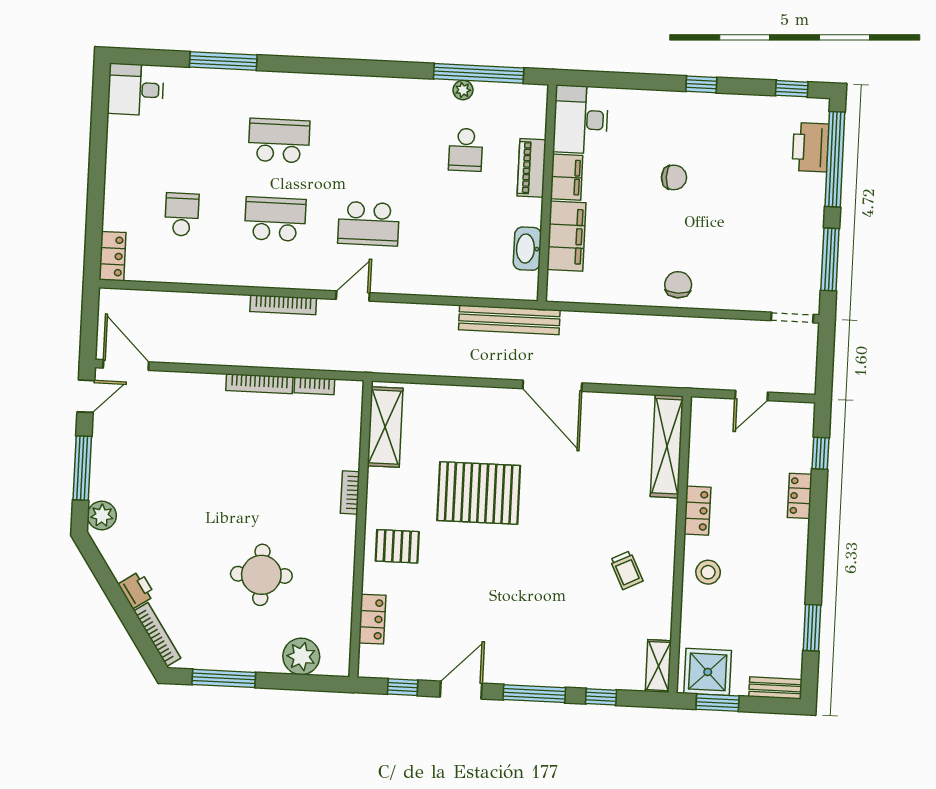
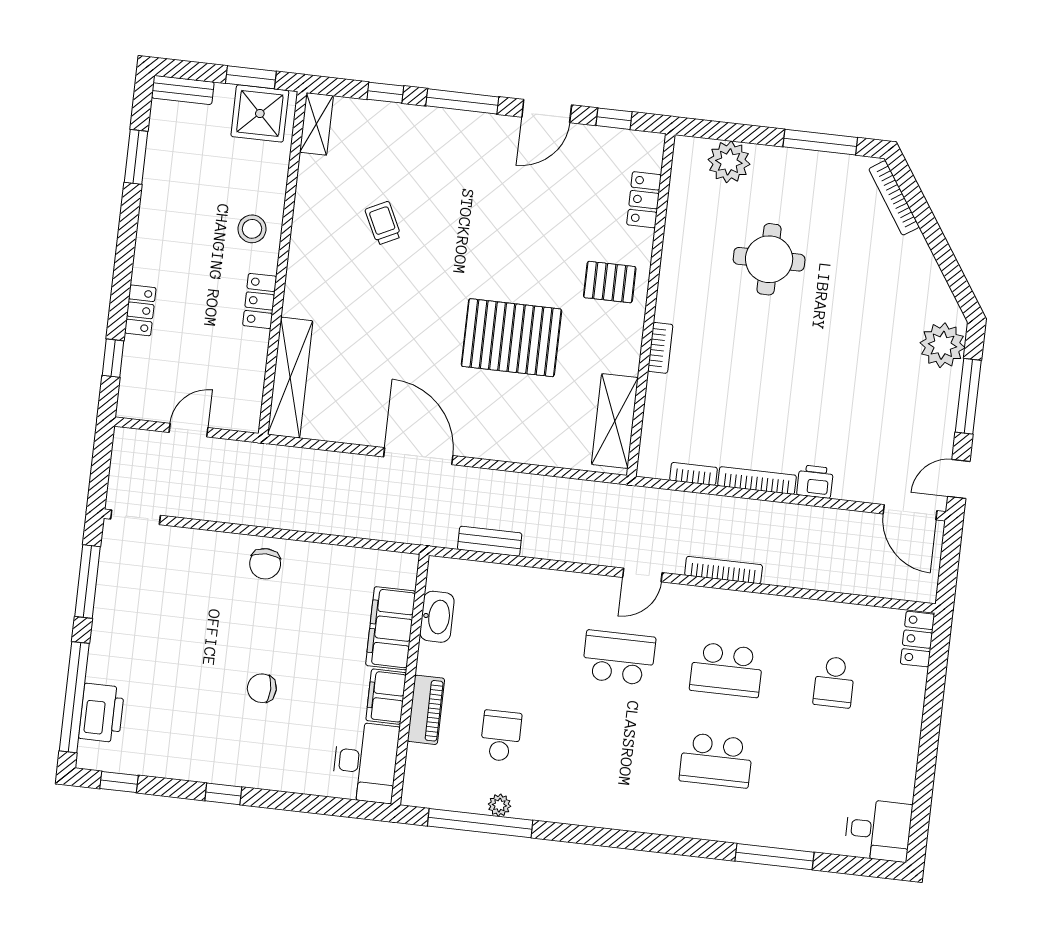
bench: (509, 320) -> (490, 541), width x0.54, depth x0.82
plant: (102, 515) -> (942, 345), width x1.36, depth x1.36
trolley: (626, 570) -> (383, 223), moved
printer: (136, 590) -> (815, 482), moved, turned 123

